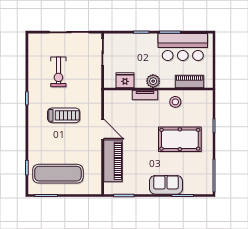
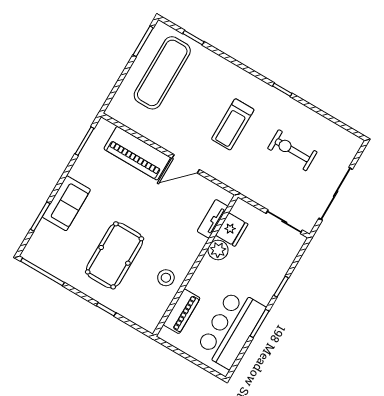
plant: (153, 81) -> (218, 250), moved
tv unit: (145, 95) -> (212, 219), moved

